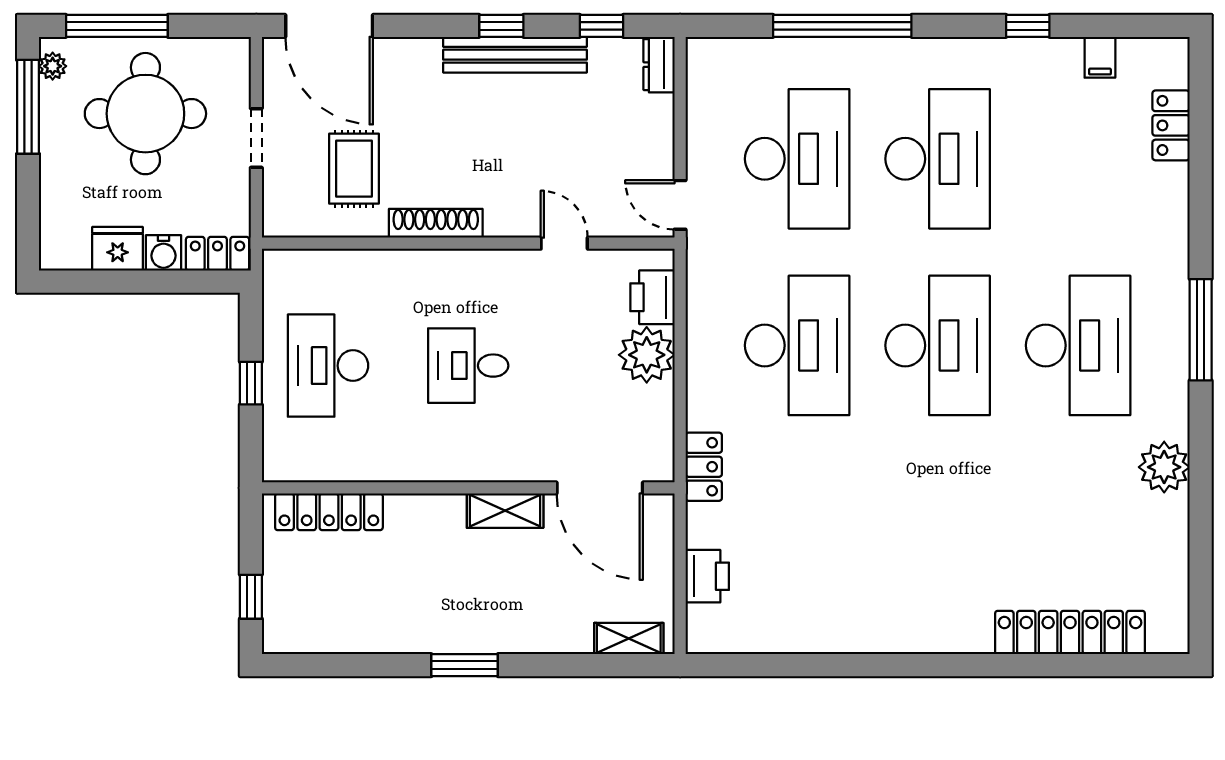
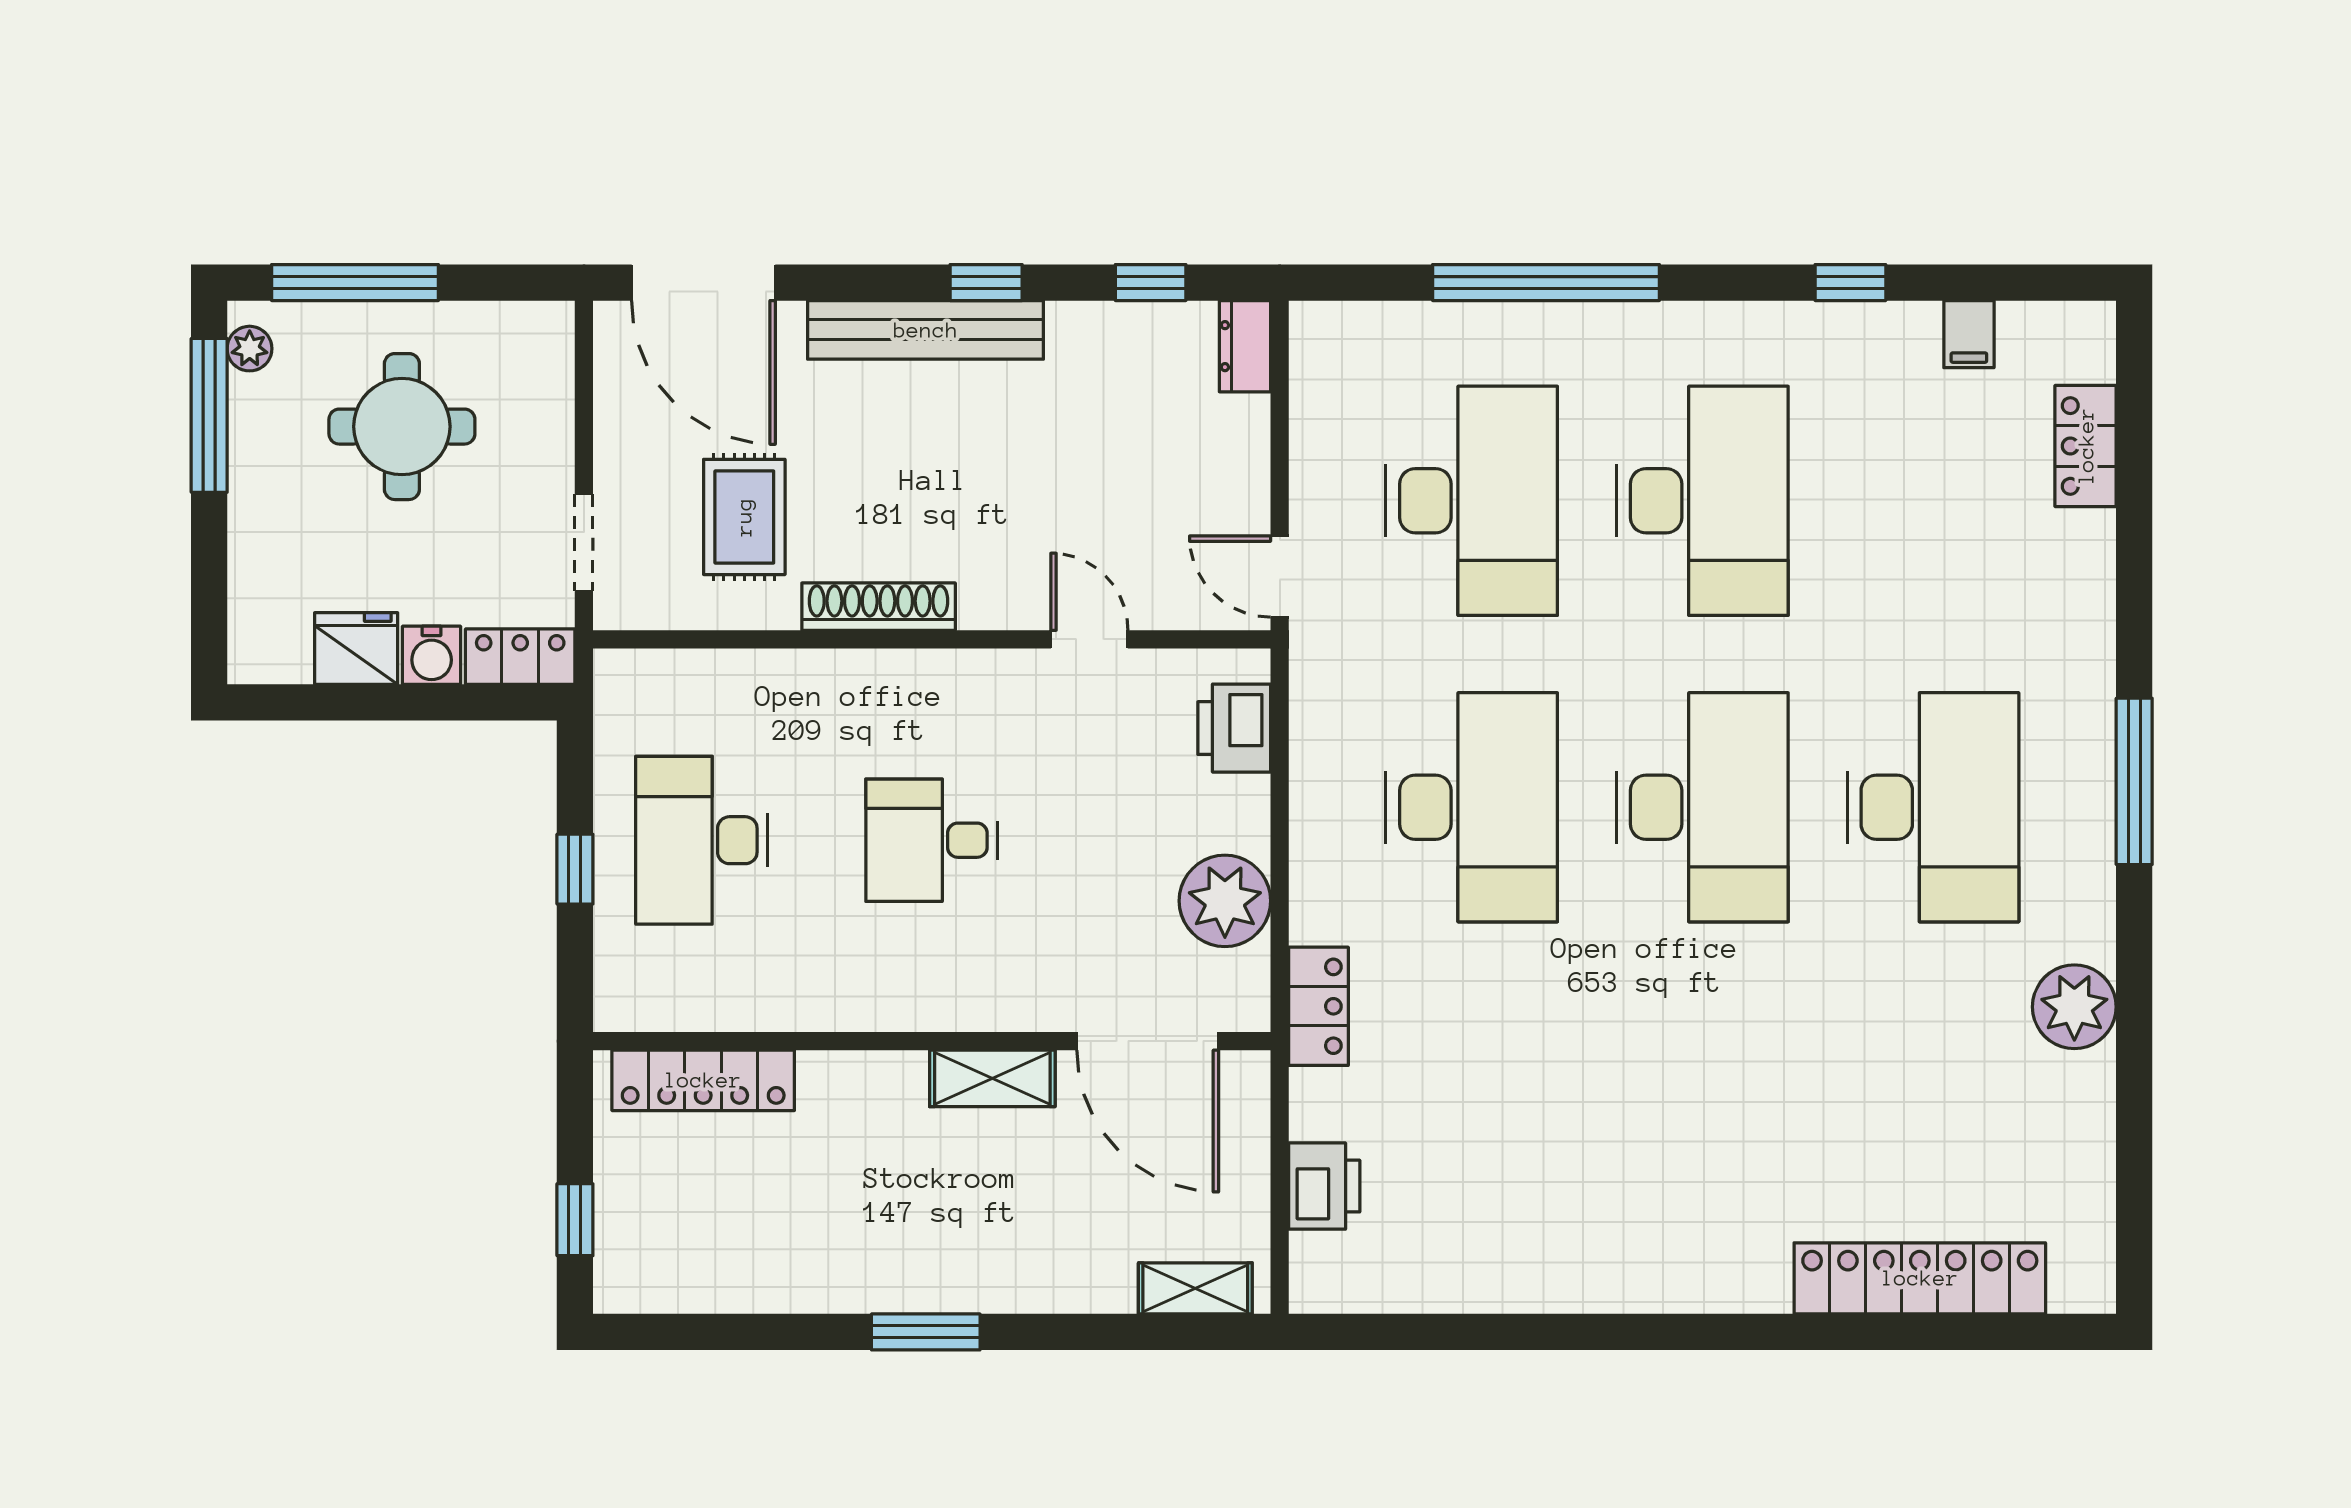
bench: (515, 55) -> (926, 330), moved
round table: (145, 114) -> (402, 427), width x0.73, depth x0.73
doorway: (256, 138) -> (584, 543), moved
plant: (647, 355) -> (1225, 901), moved

